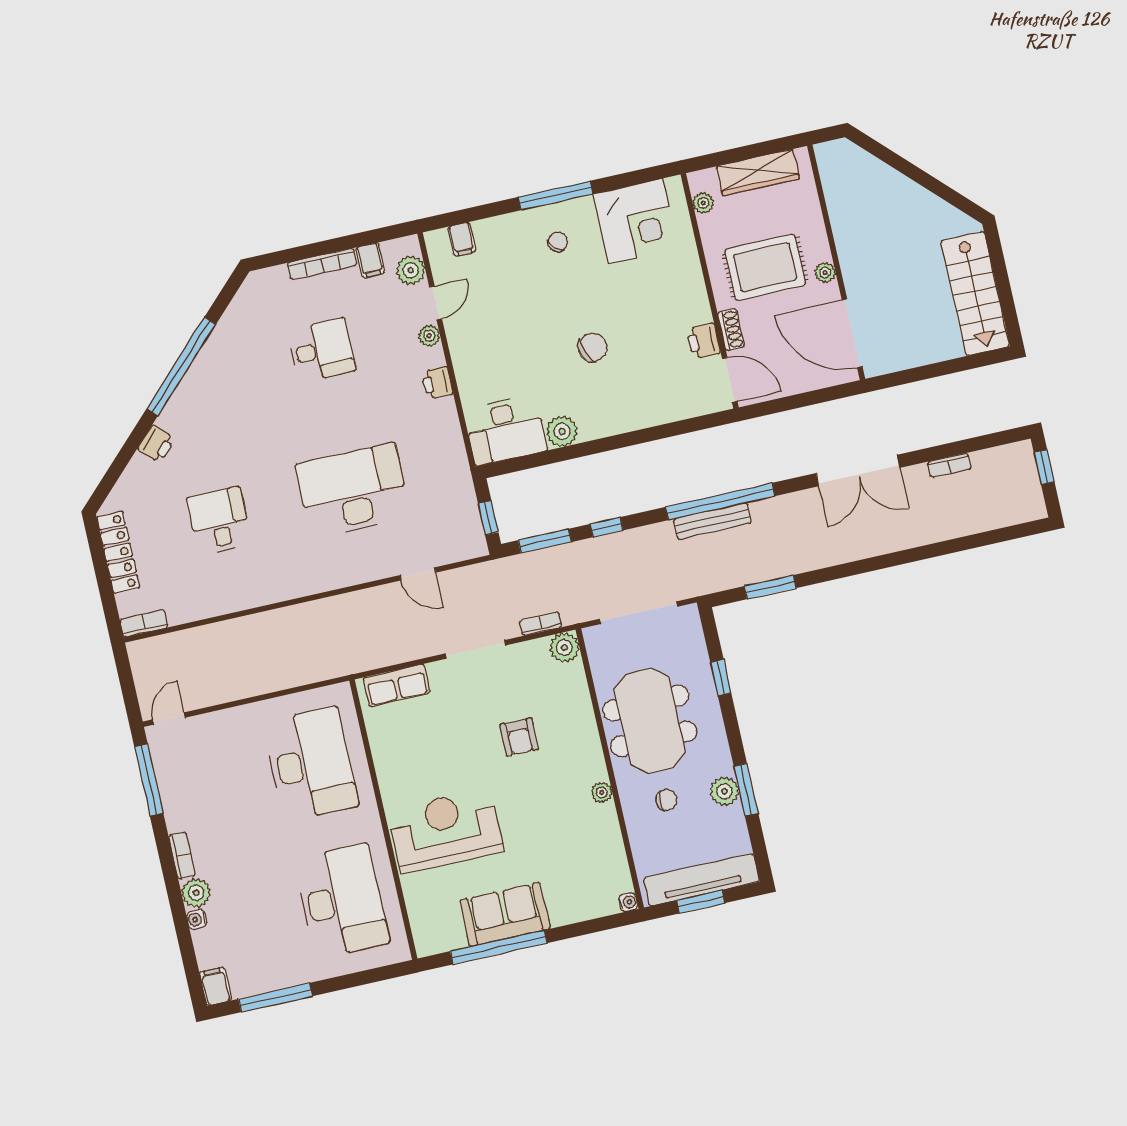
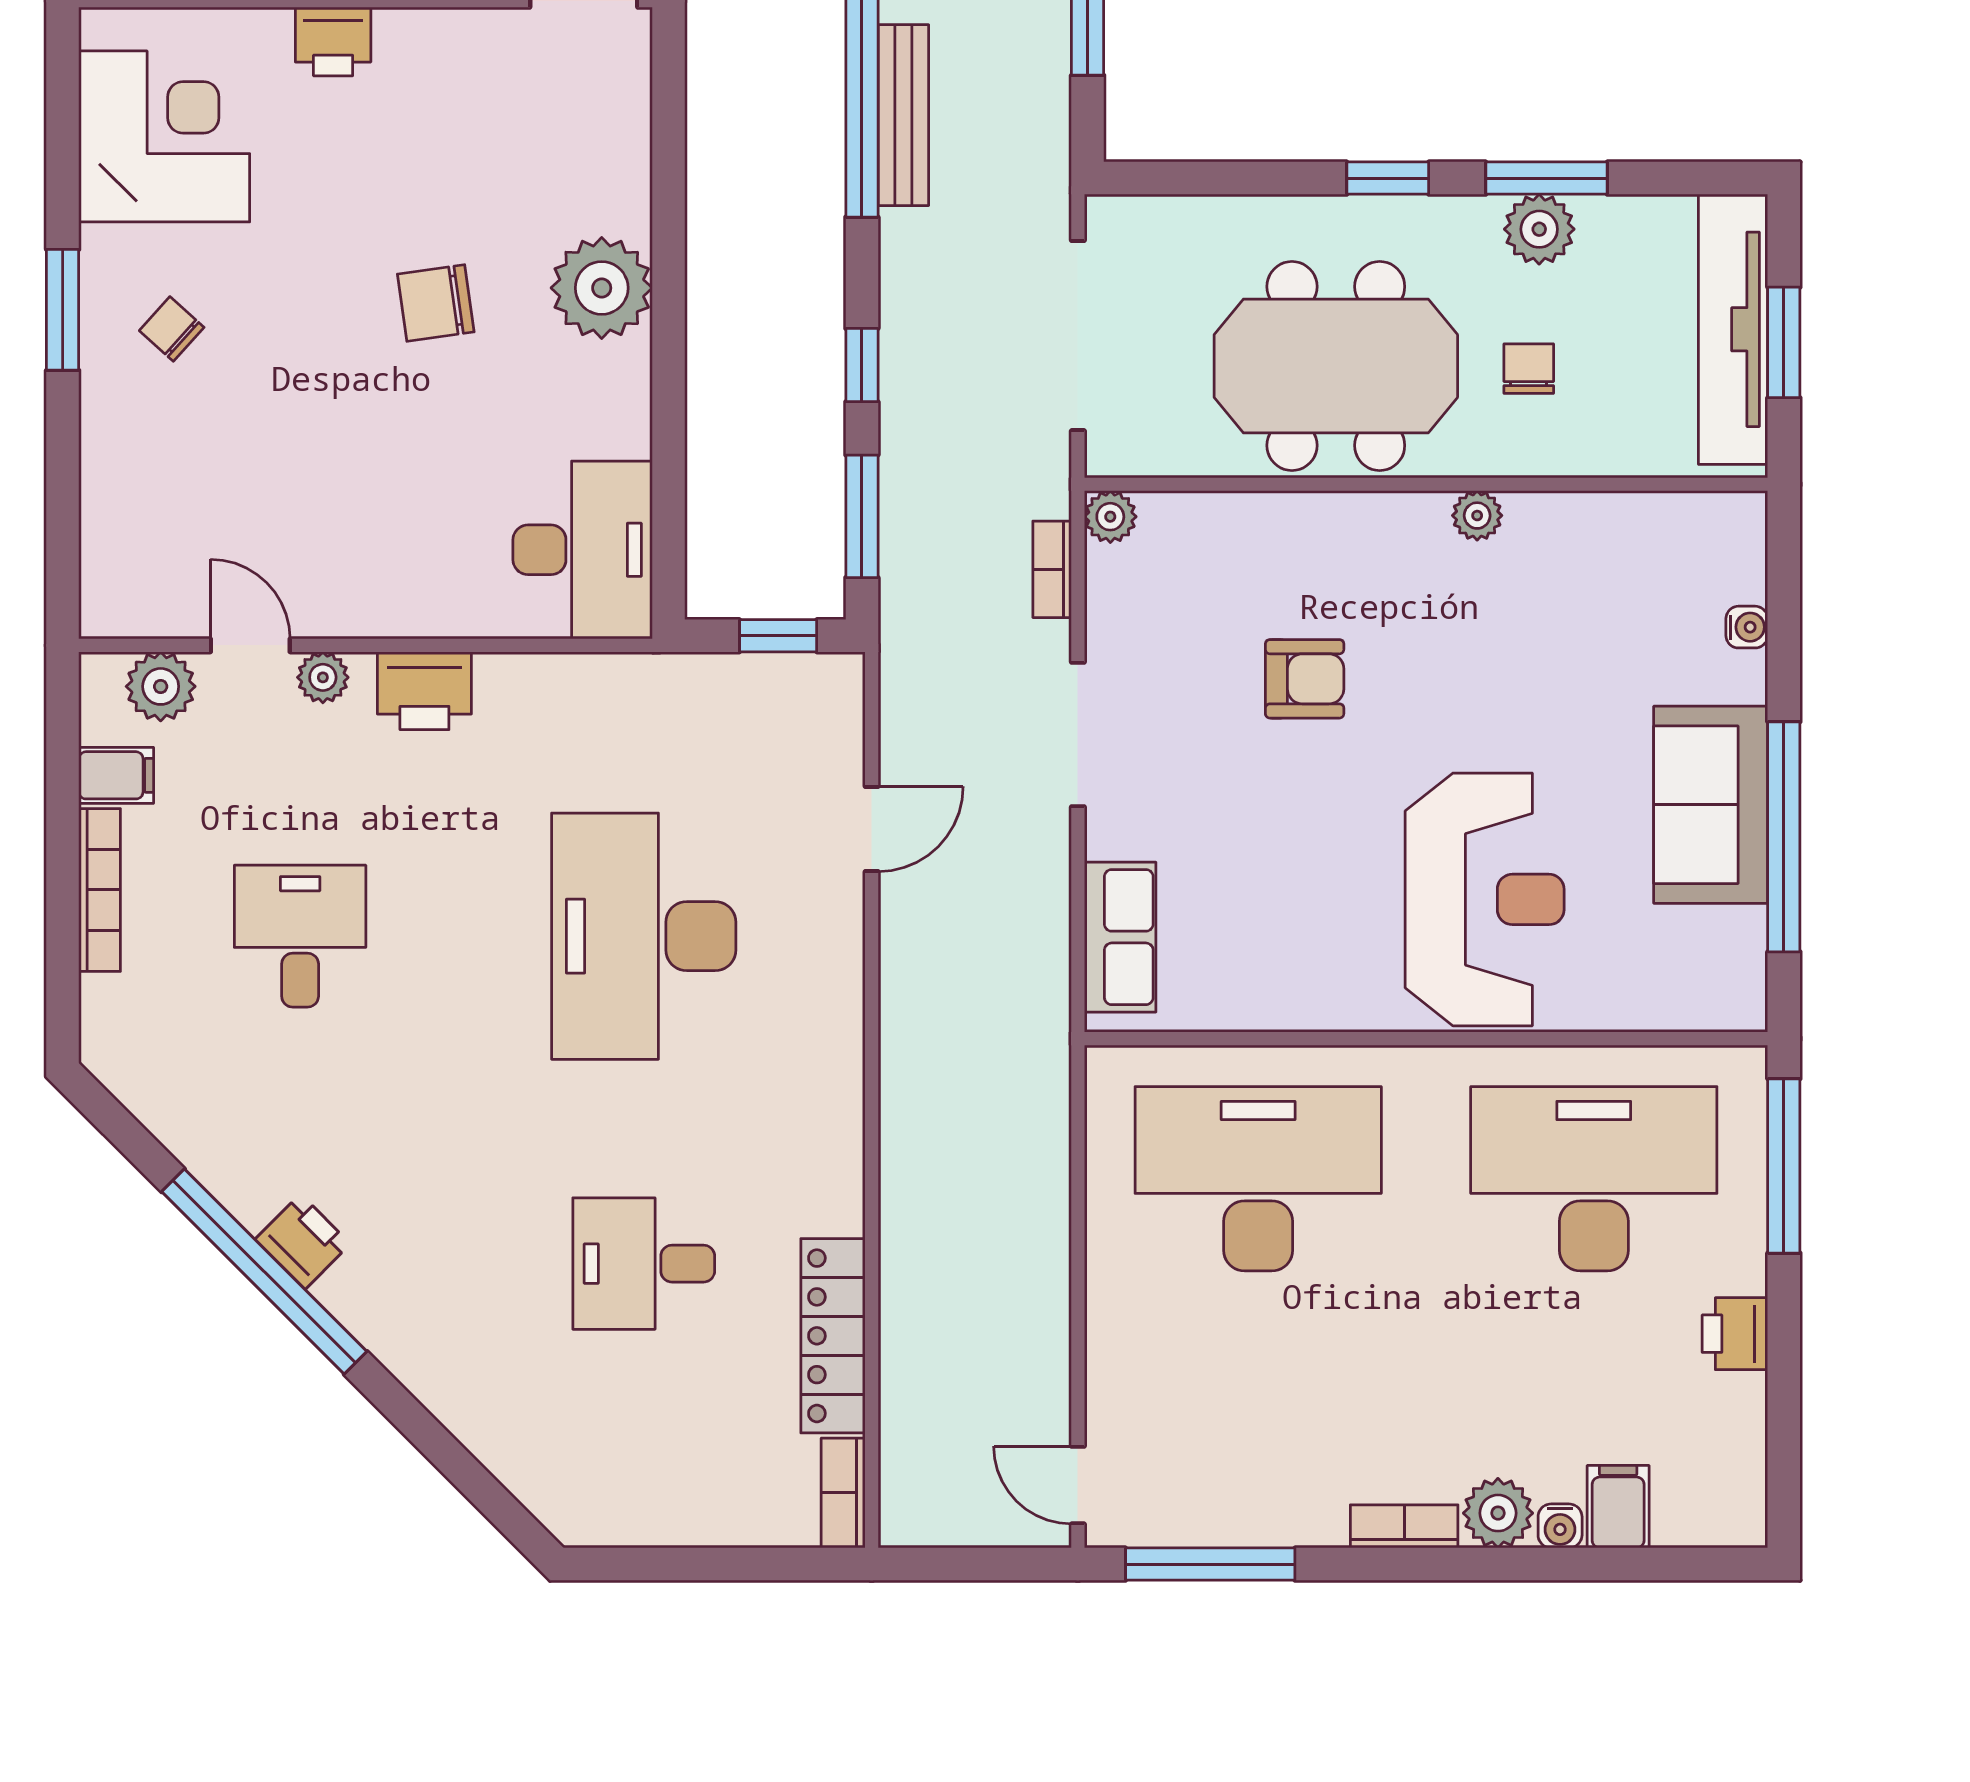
window: (556, 196) -> (63, 310), width x0.69
filing cabinet: (462, 239) -> (115, 551), removed
printer: (704, 341) -> (333, 42), moved
chair: (593, 347) -> (436, 303), turned -78
printer: (437, 383) -> (424, 691), width x1.36, depth x1.24
plant: (562, 431) -> (602, 288), moved, width x1.36, depth x1.36
printer: (156, 444) -> (303, 1242), moved
locker: (118, 552) -> (833, 1336), moved, turned -90
plant: (564, 647) -> (1110, 517), width x0.73, depth x0.73
window: (721, 678) -> (1388, 178), moved
reception desk: (446, 831) -> (1485, 899), turned 180
water cooler: (628, 902) -> (1747, 627), moved, turned 90
printer: (291, 973) -> (1735, 1334), added
filing cabinet: (216, 986) -> (1618, 1507), moved, turned 90
window: (276, 997) -> (1784, 1166), moved

